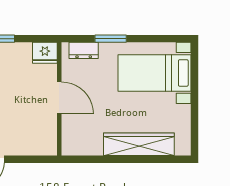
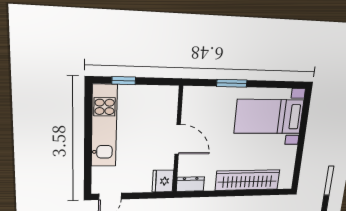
dresser: (84, 50) -> (190, 184), moved, turned 180
fridge: (45, 53) -> (163, 181), moved, turned 90

